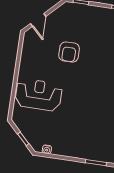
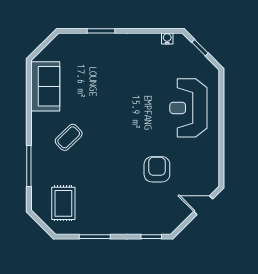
door: (38, 20) -> (203, 205), hinge flipped
reception desk: (39, 95) -> (188, 108), turned 90

